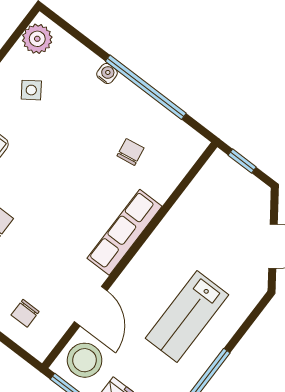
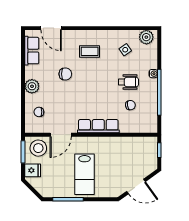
wheelchair: (89, 126) -> (128, 82), added
lab bench: (187, 317) -> (84, 174), turned -90

